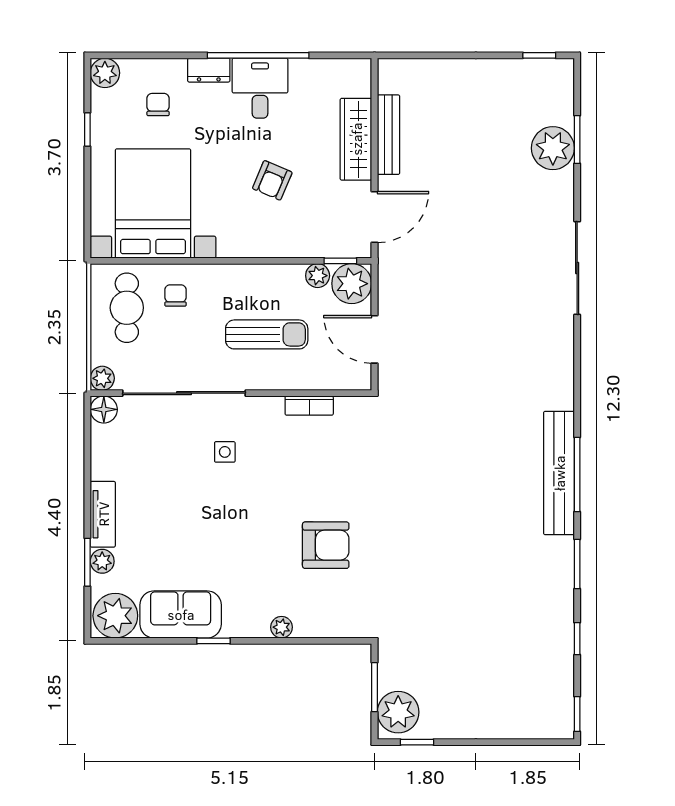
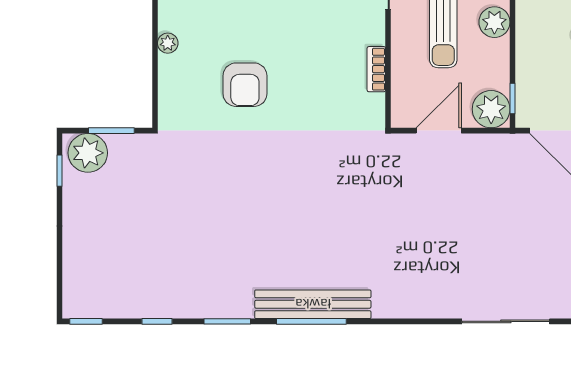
plant: (318, 276) -> (494, 22), moved, width x1.38, depth x1.38

